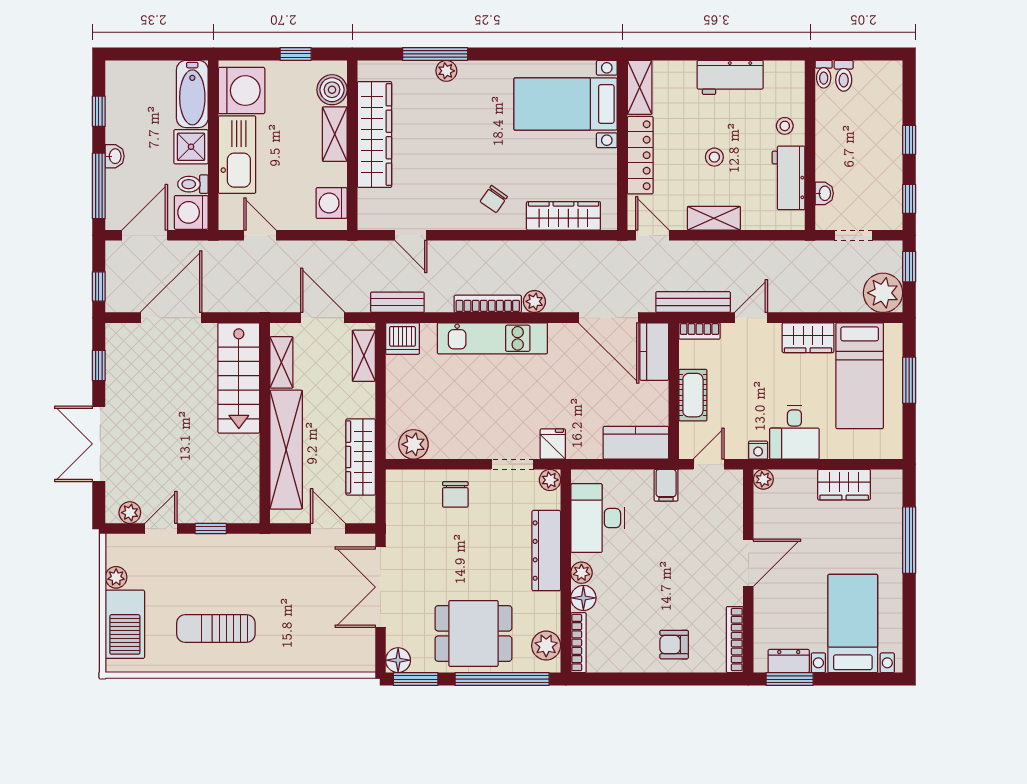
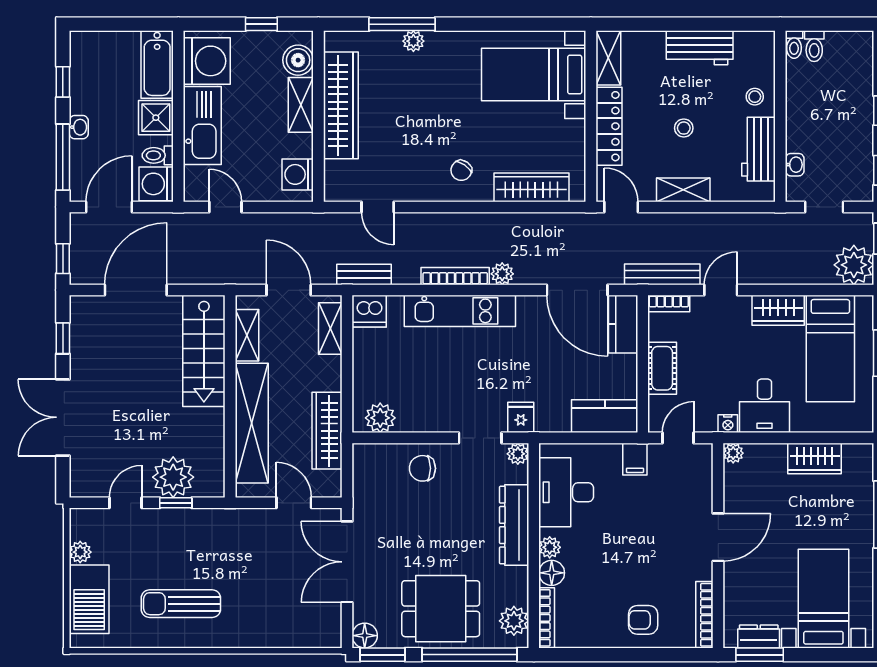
chair: (455, 494) -> (422, 468), turned 90
plant: (130, 513) -> (173, 477), moved, width x1.88, depth x1.88

